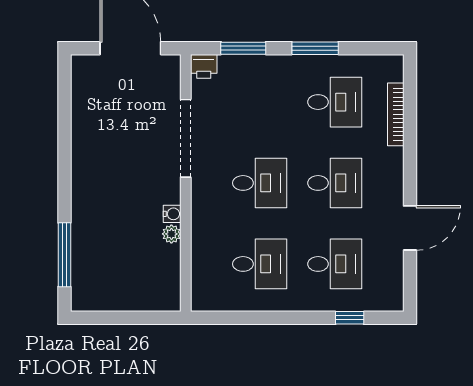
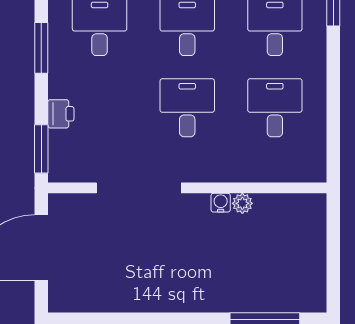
window: (243, 48) -> (41, 149), moved
printer: (204, 66) -> (61, 114), moved

